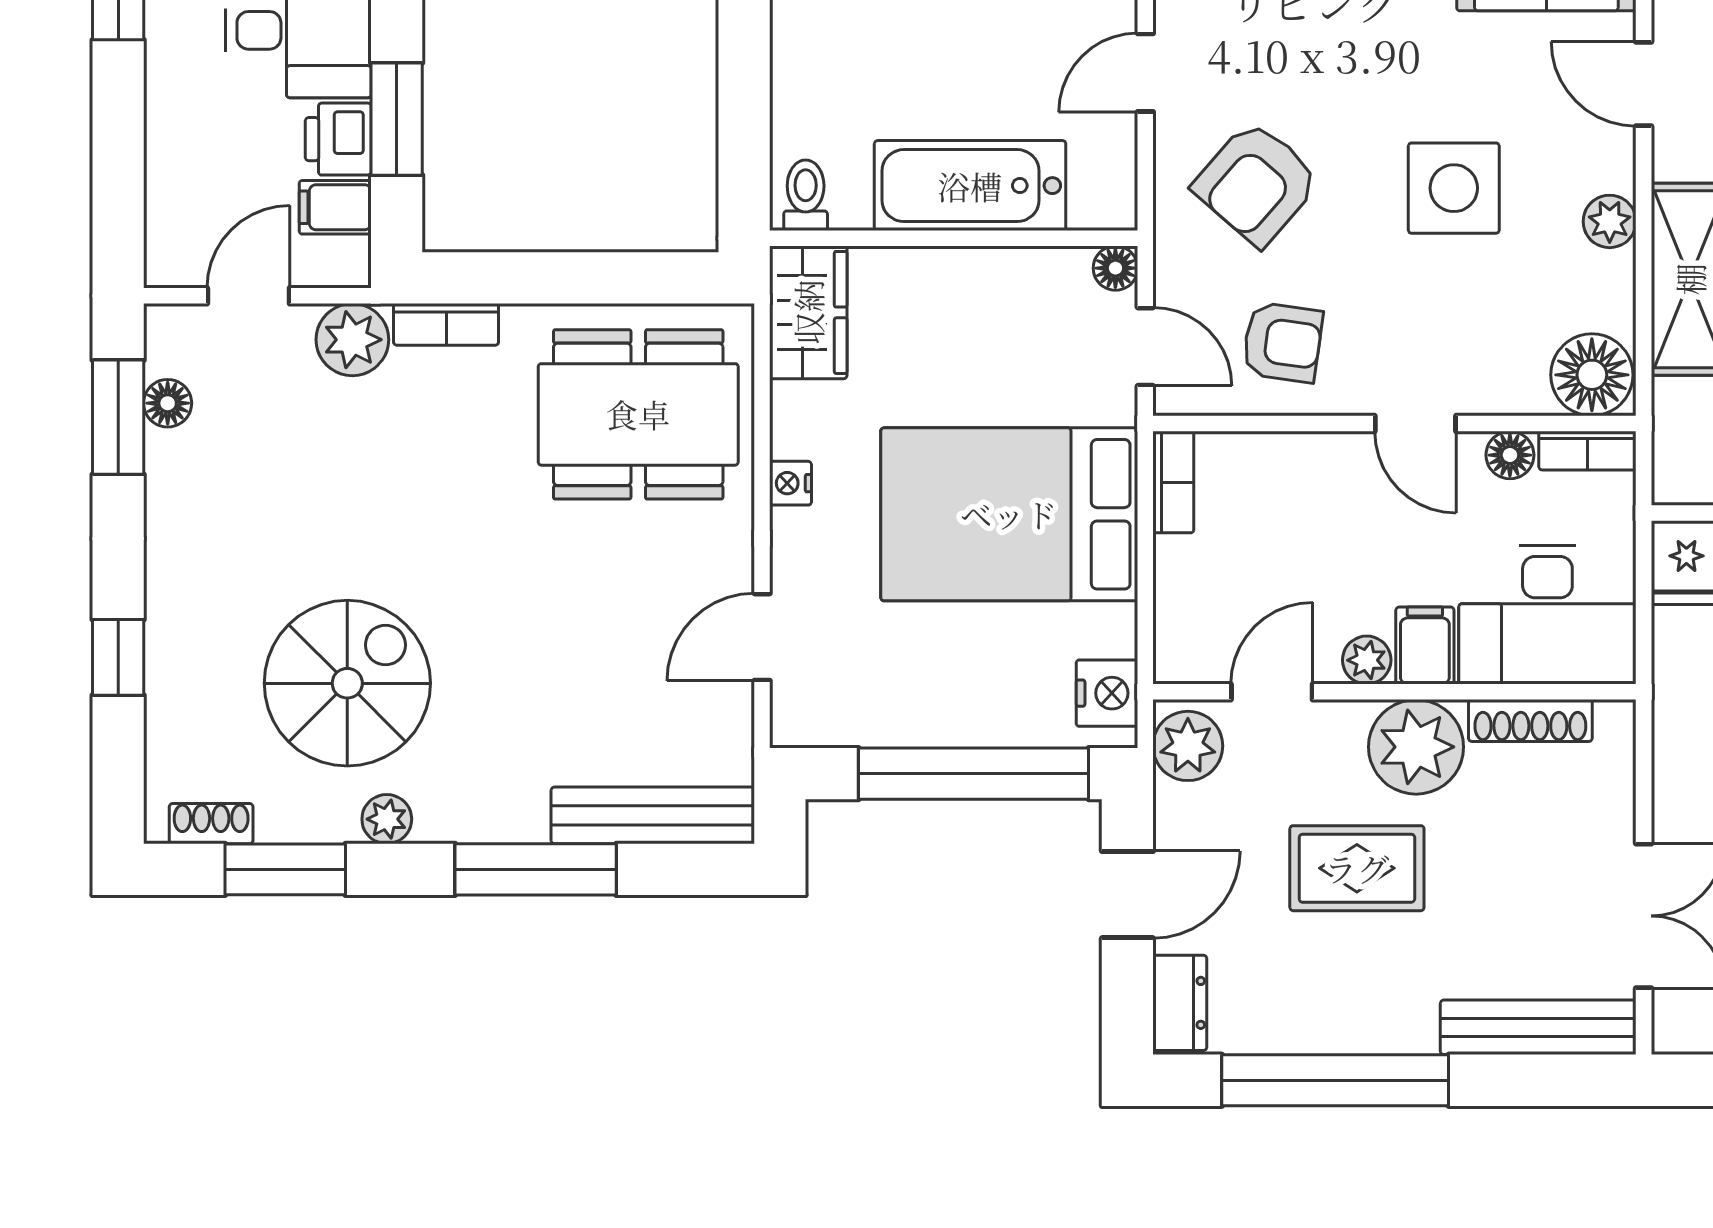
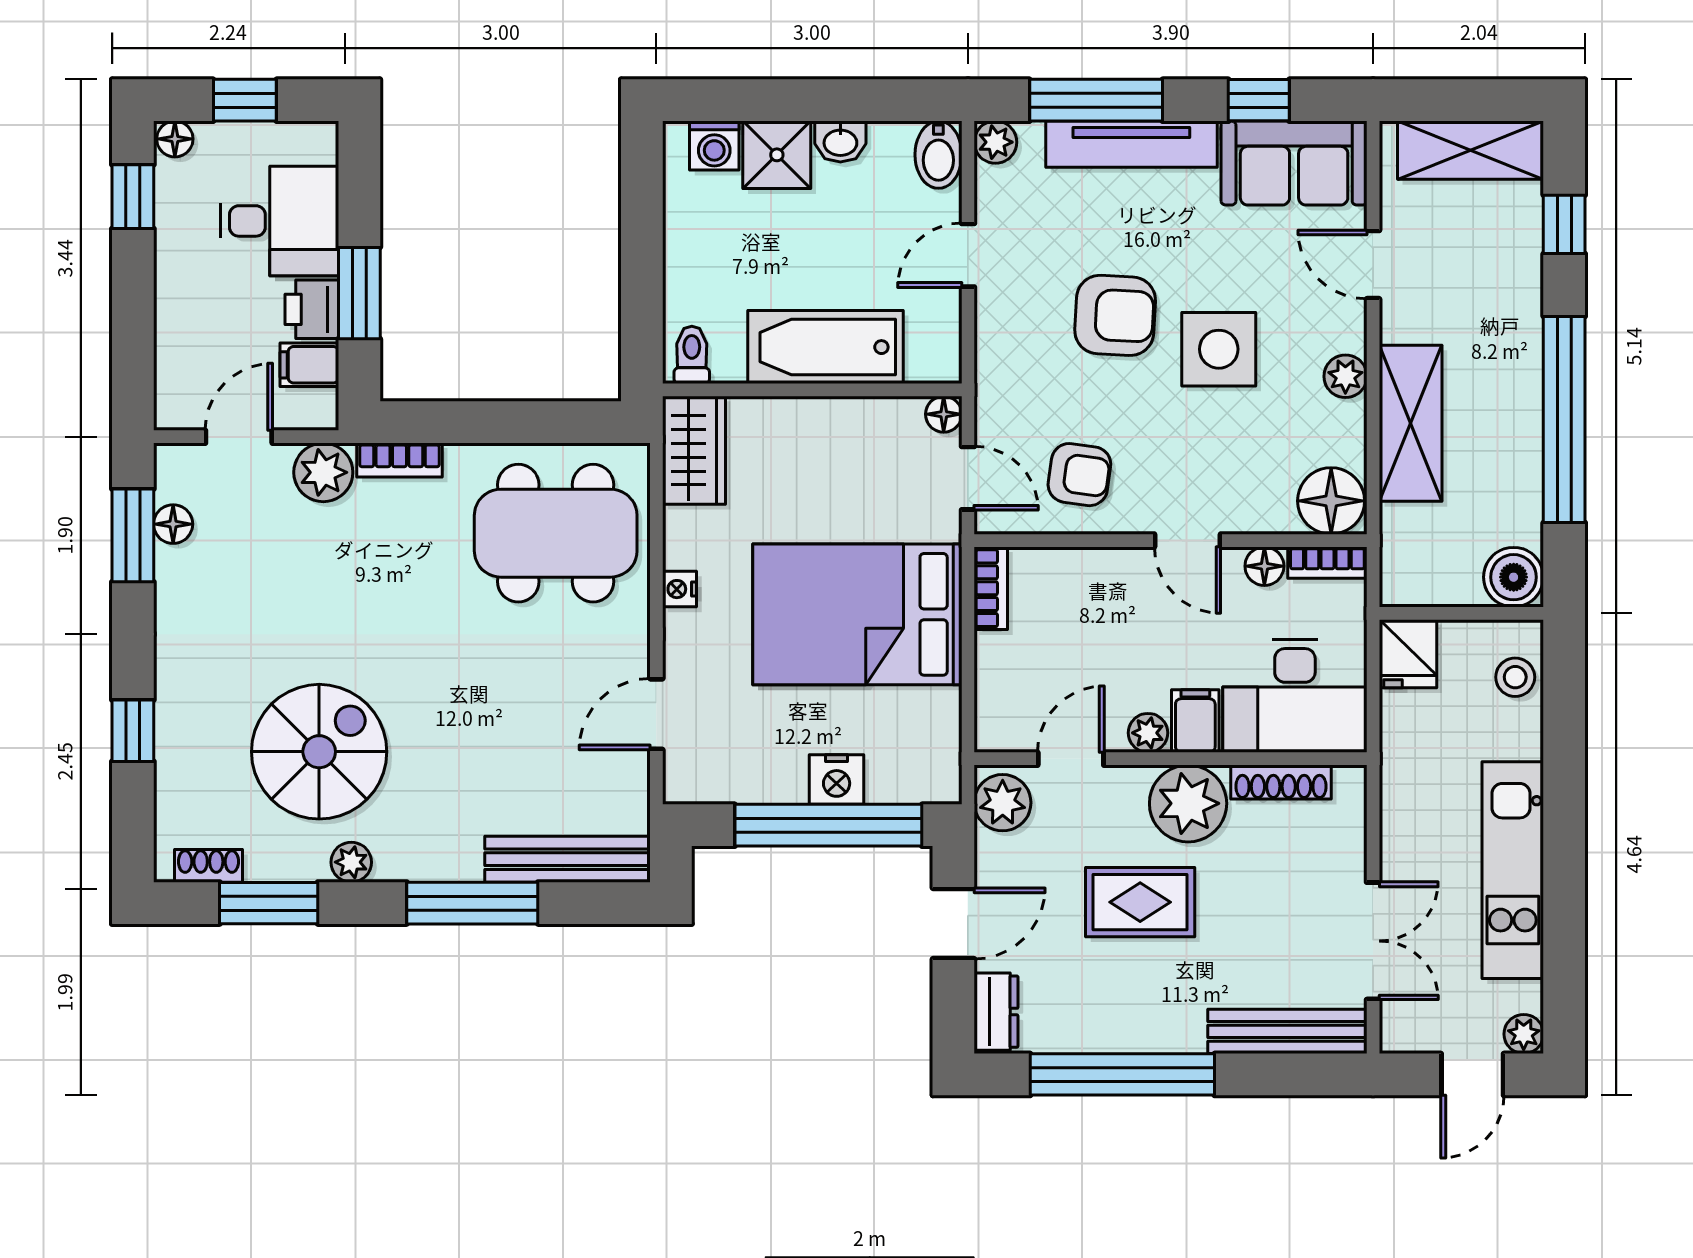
armchair: (1257, 183) -> (1115, 315), moved, turned -128
nightstand: (1107, 693) -> (837, 779), moved, turned 90

